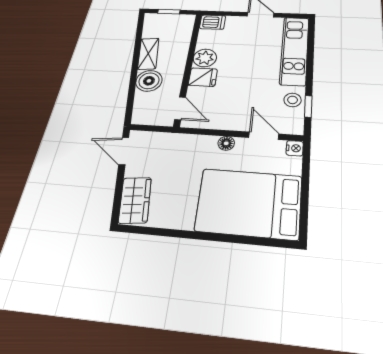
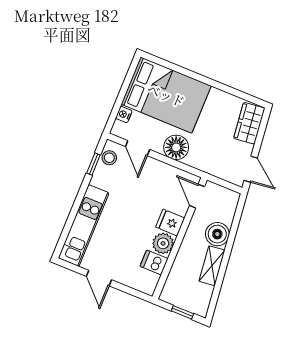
dishwasher: (213, 22) -> (154, 262), moved
stool: (293, 100) -> (109, 158), moved
floor lamp: (226, 143) -> (176, 147), width x1.89, depth x1.89
nightstand: (295, 148) -> (124, 115), moved

